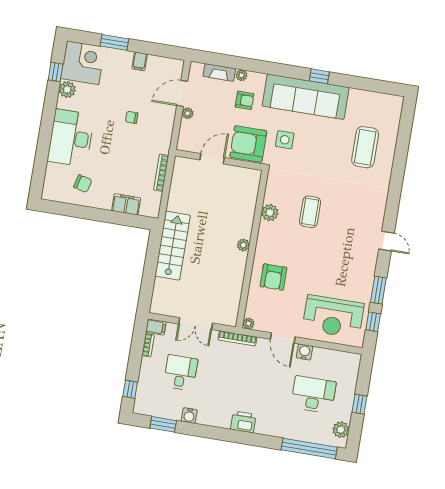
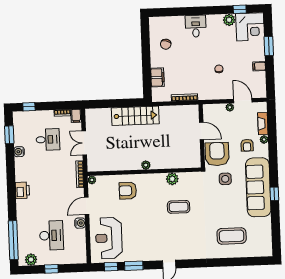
desk: (71, 138) -> (196, 26), width x0.53, depth x0.77

